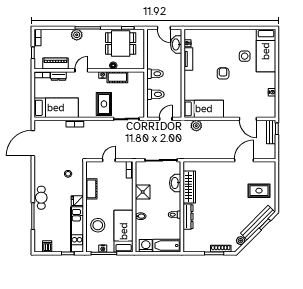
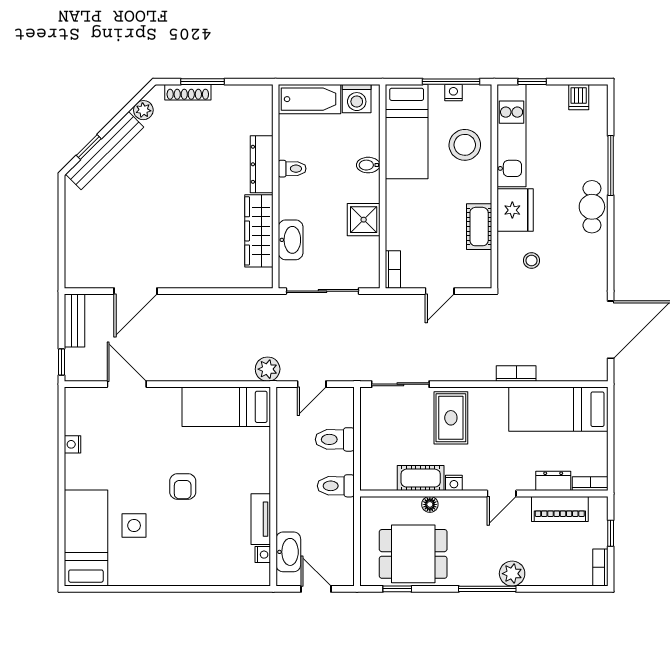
plant: (196, 126) -> (268, 369), moved
bench: (271, 132) -> (74, 321), moved
rug: (259, 191) -> (102, 223), removed
fridge: (77, 201) -> (515, 210), width x1.88, depth x1.34

